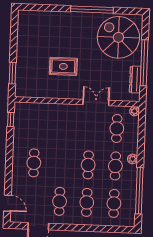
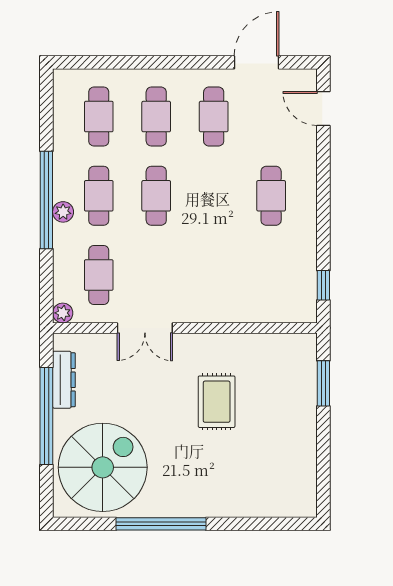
spiral stairs: (118, 37) -> (103, 467), turned -90
rug: (63, 66) -> (217, 402), turned 90
window: (139, 191) -> (46, 200), moved

